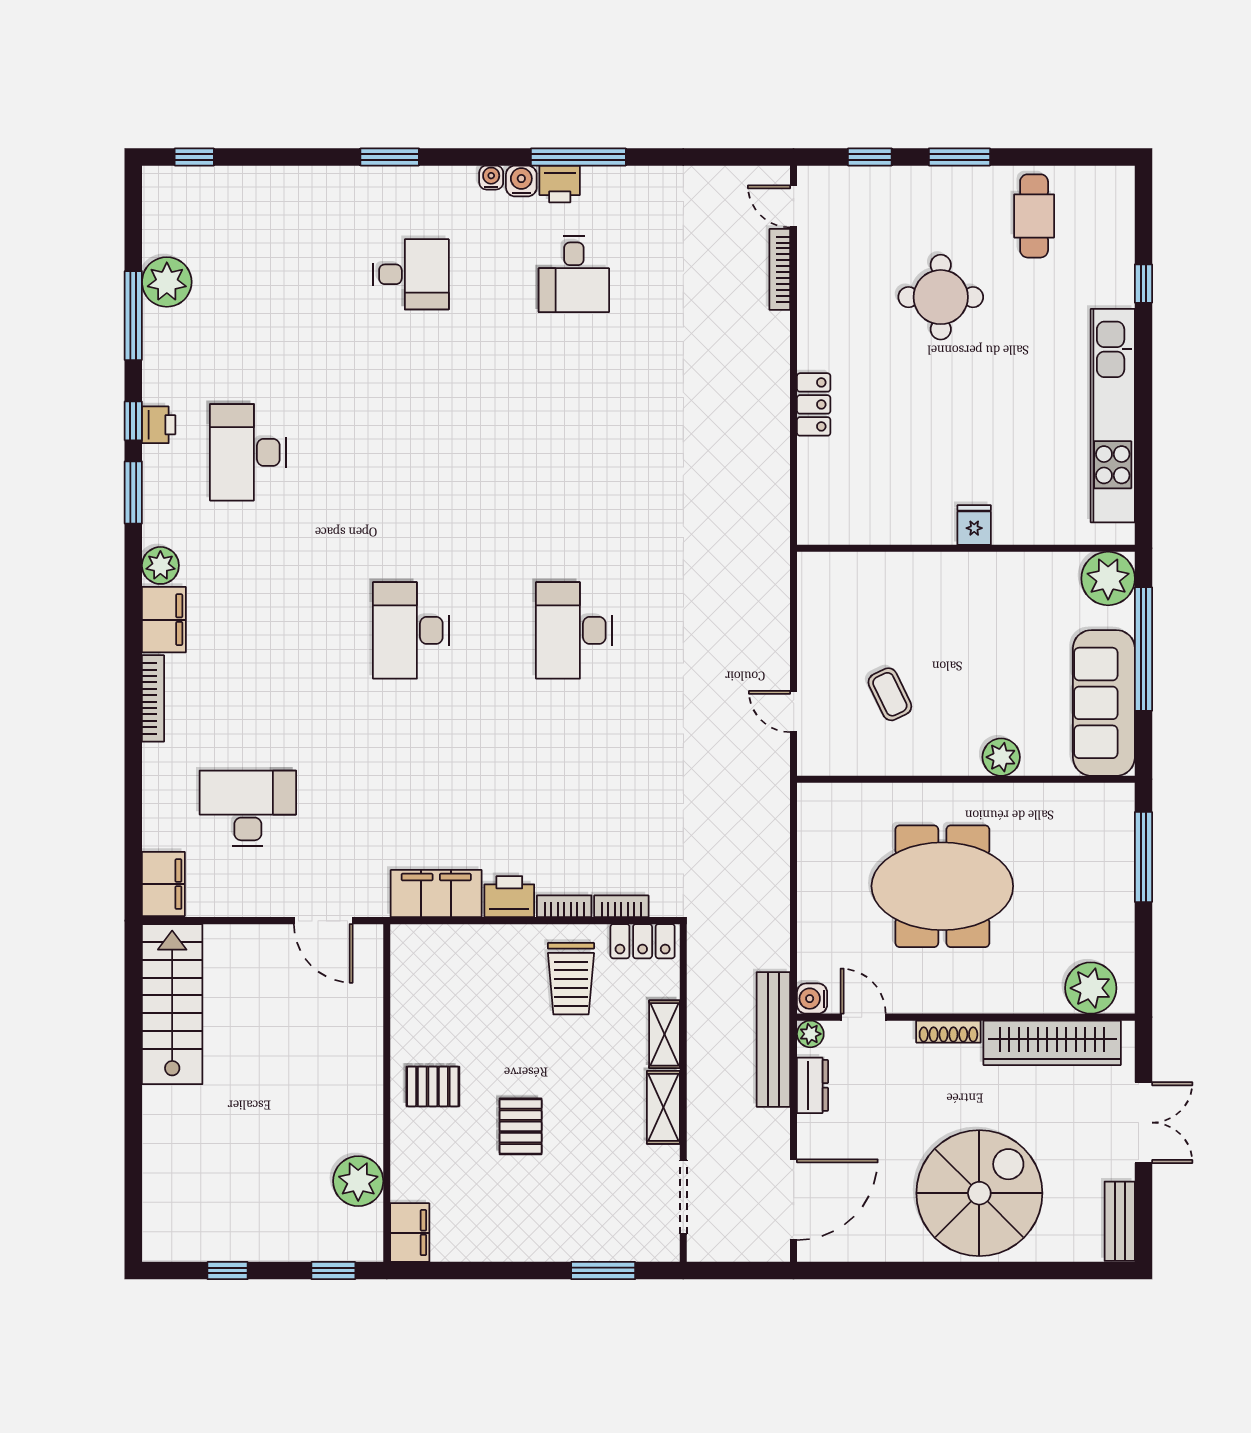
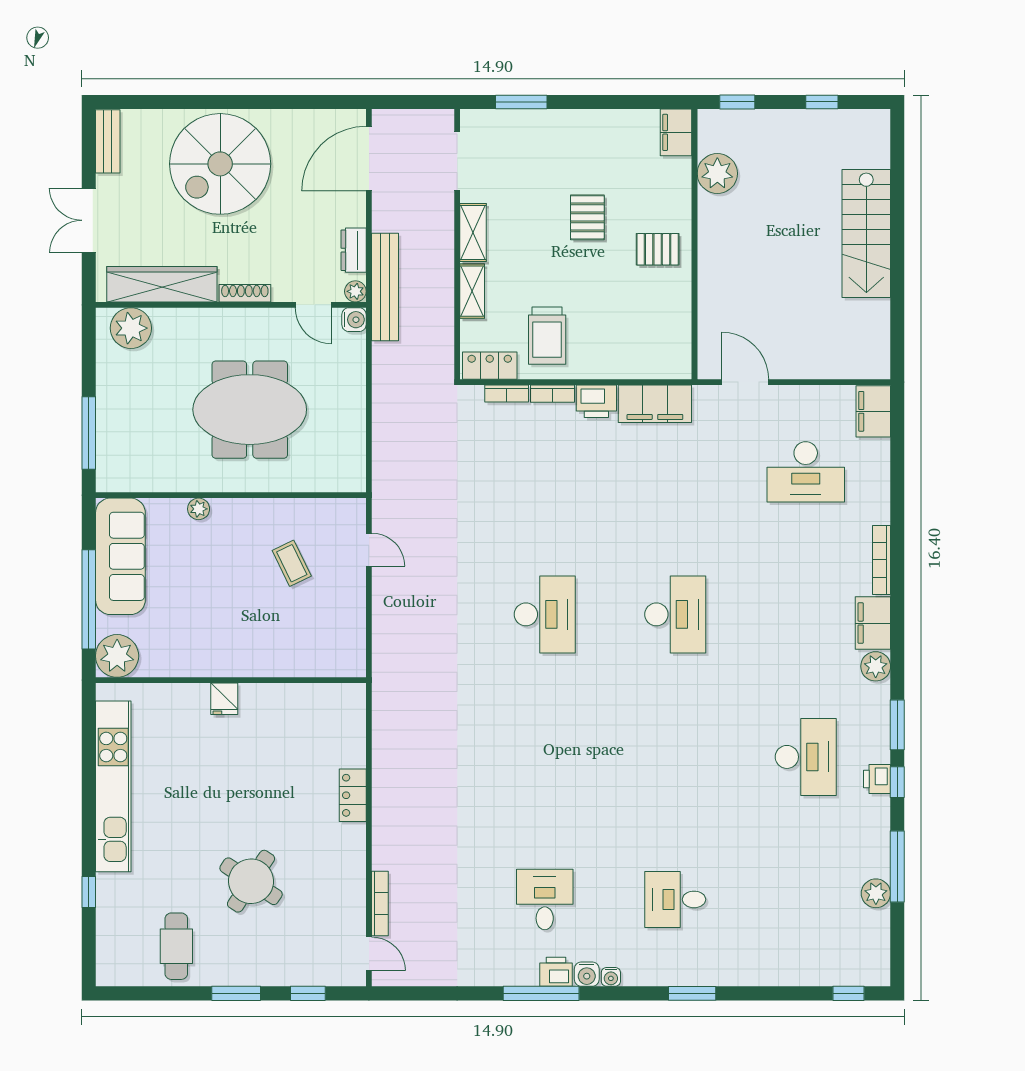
plant: (167, 282) -> (876, 893), width x0.73, depth x0.73
round table: (941, 297) -> (251, 881), turned 33
plant: (1001, 757) -> (199, 509), width x0.73, depth x0.73
trolley: (571, 979) -> (547, 336), turned 180
stairs: (172, 1004) -> (866, 234), moved

